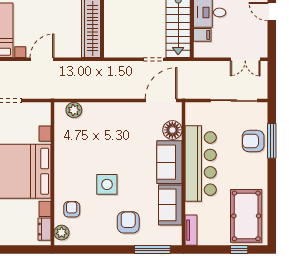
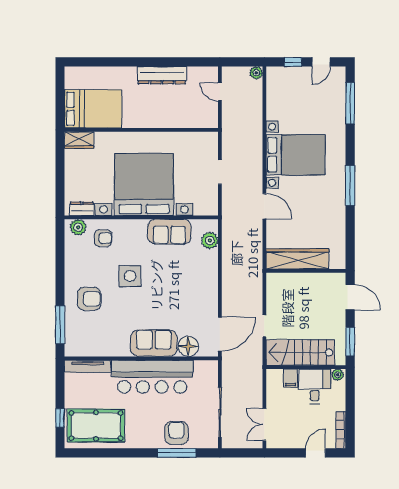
door: (161, 101) -> (220, 334), hinge flipped
sofa: (170, 205) -> (169, 232), moved, turned 180
tv unit: (191, 230) -> (87, 366), width x1.41

